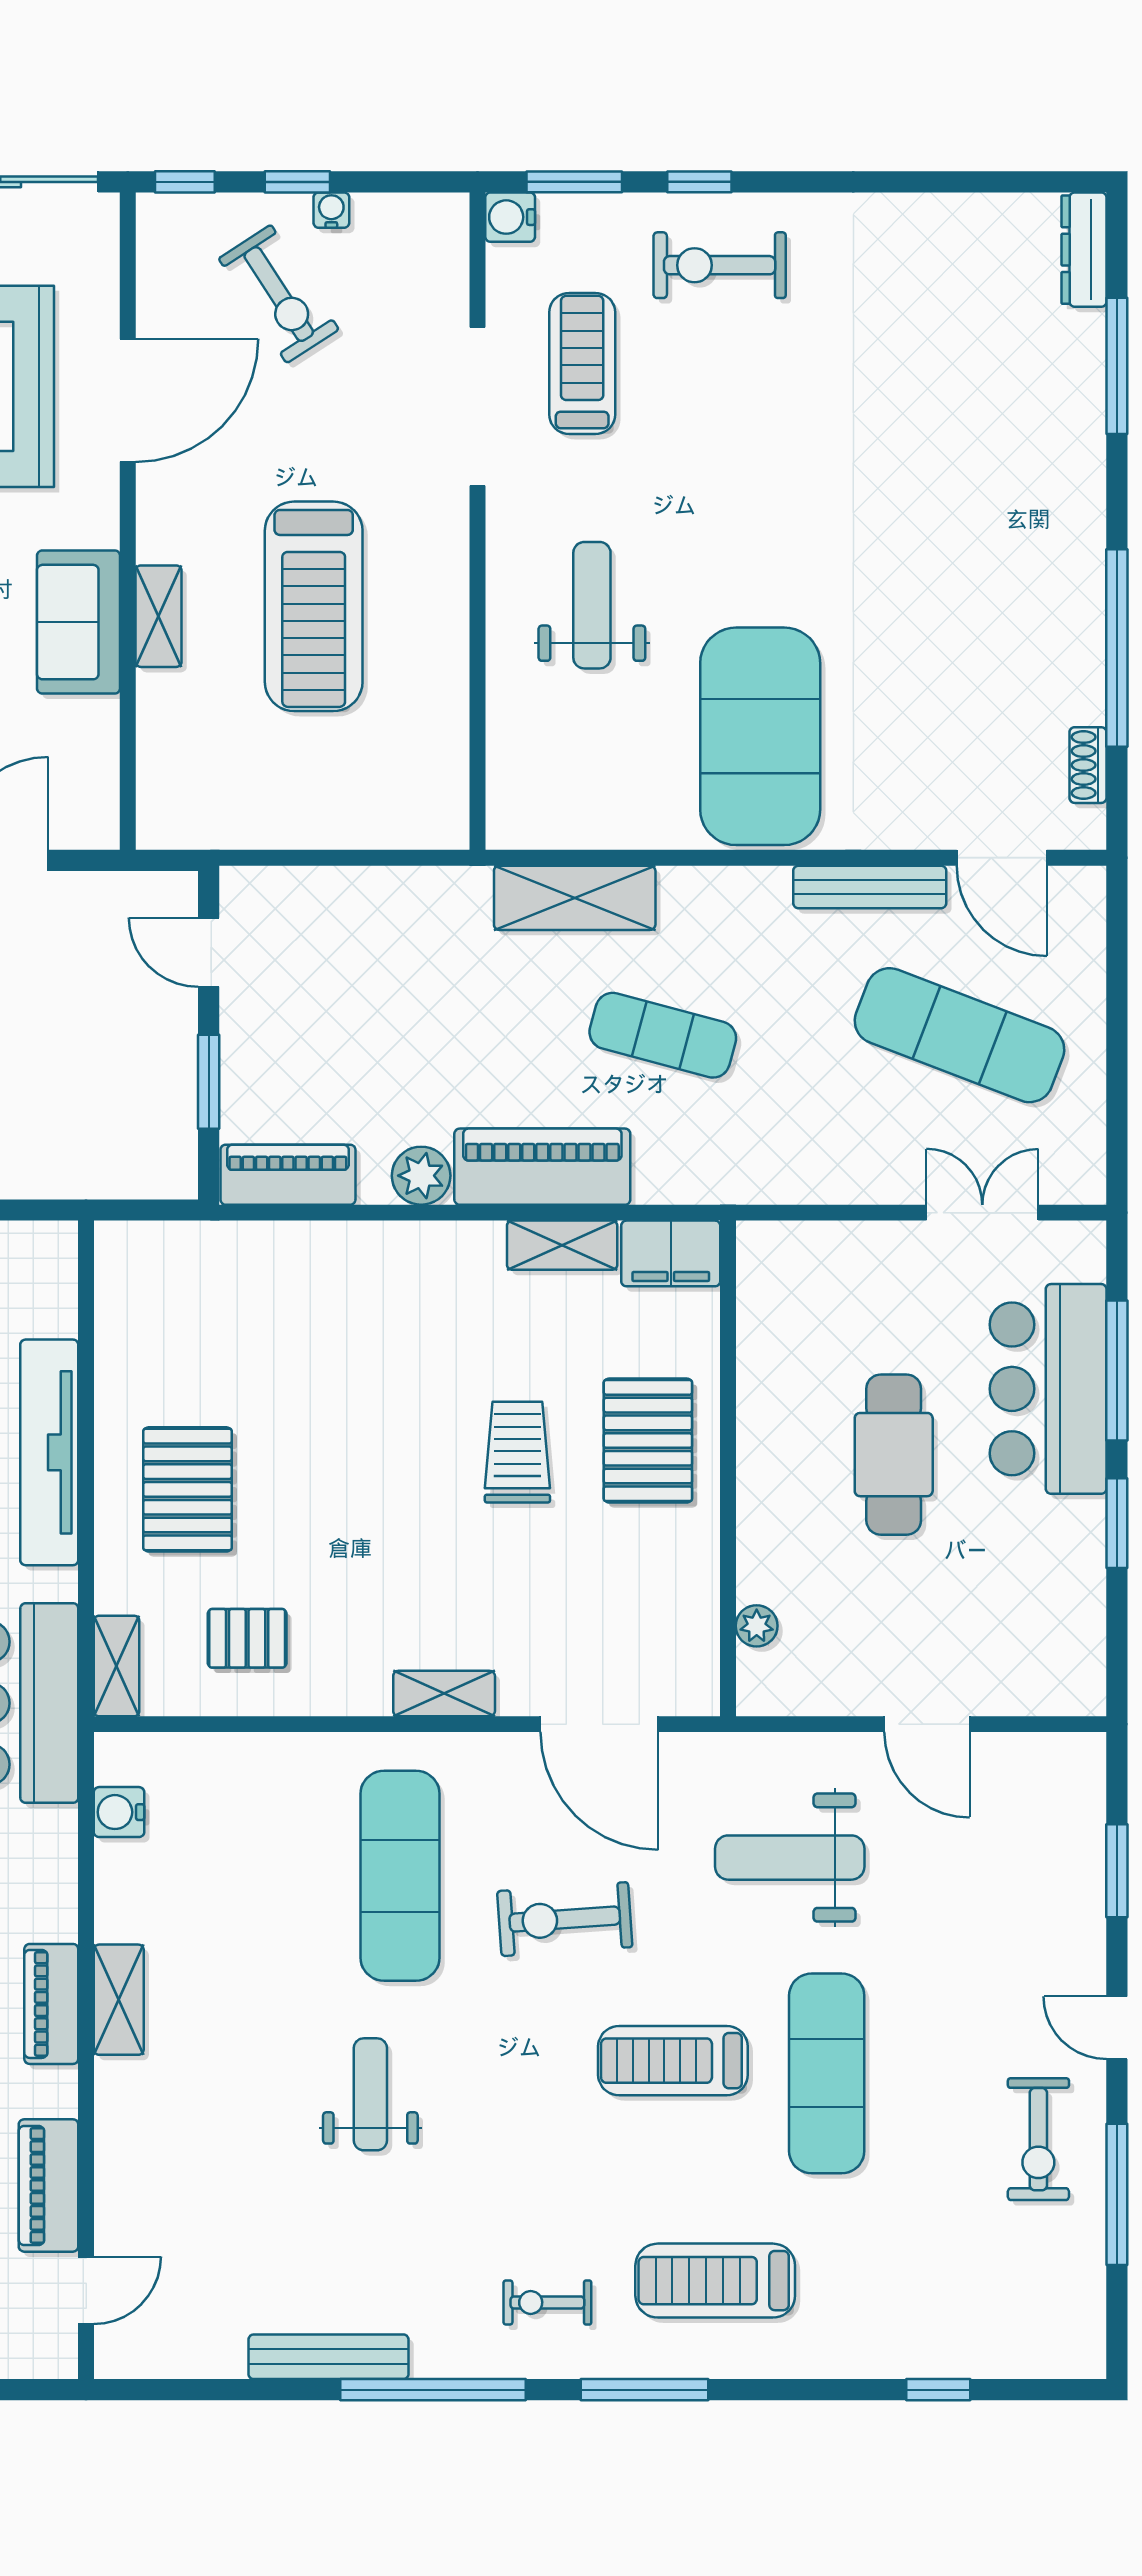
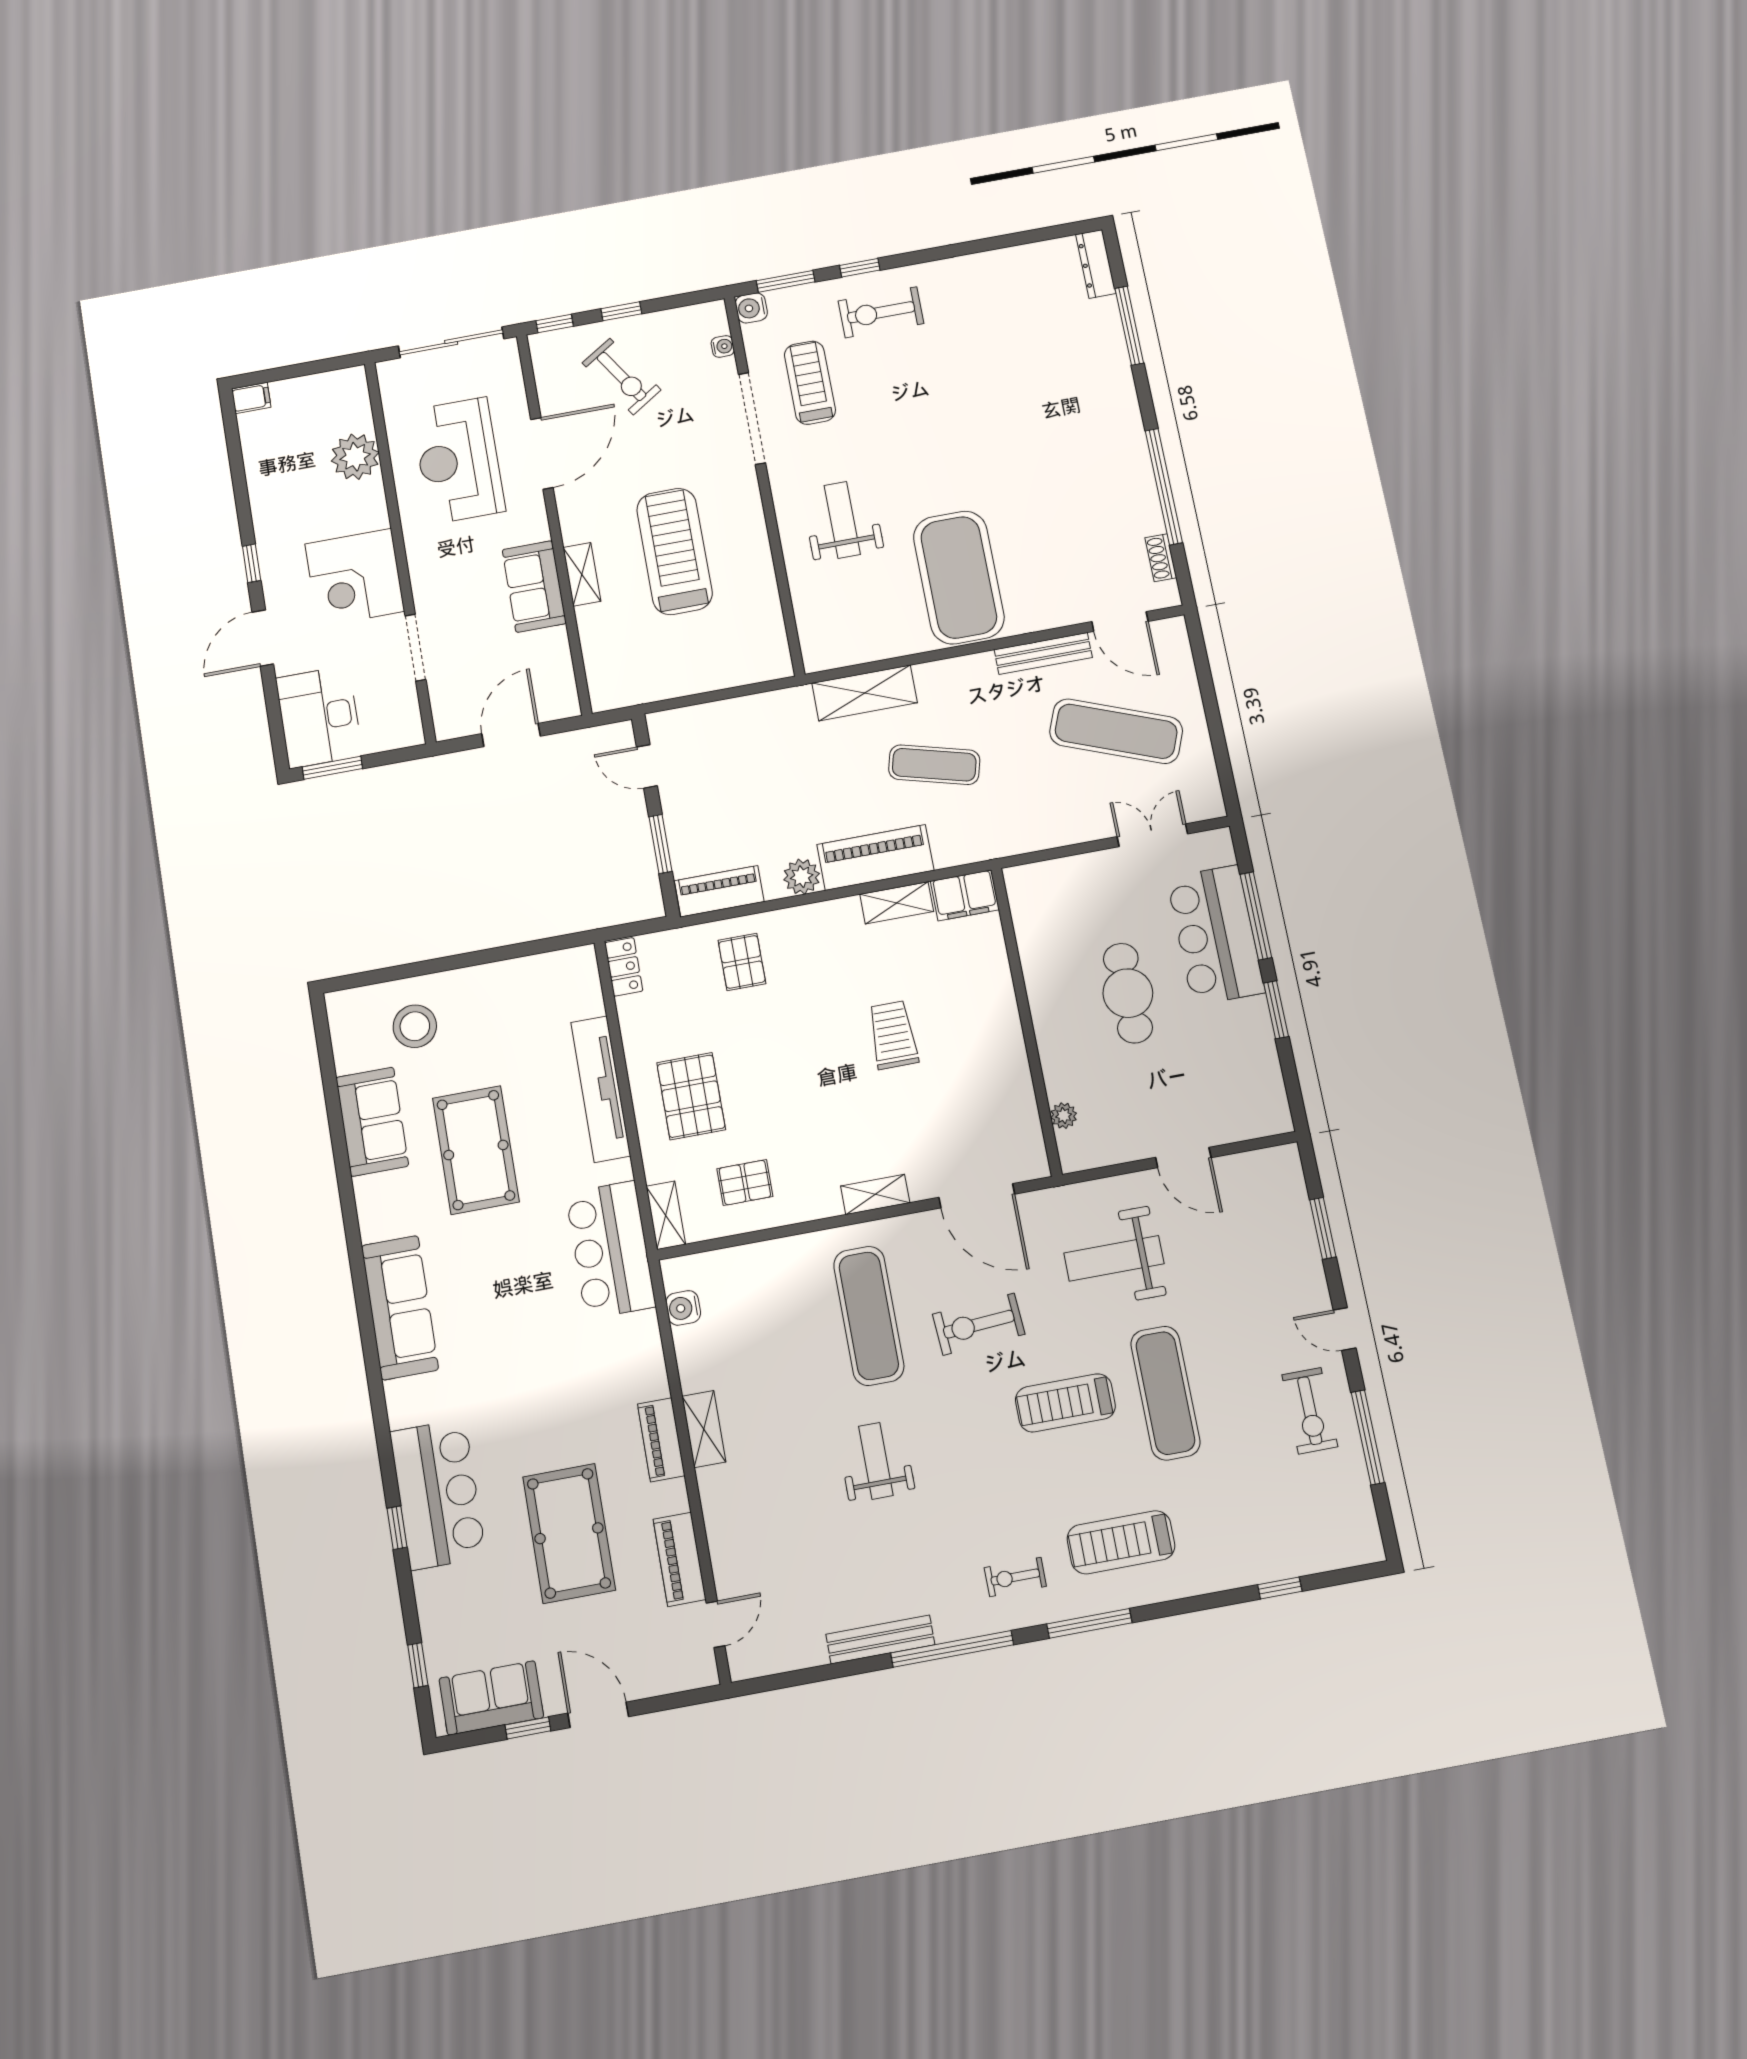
water cooler: (331, 210) -> (723, 346), moved, turned 90
treadmill: (314, 606) -> (675, 551), turned 180
locker: (117, 1267) -> (624, 967), added
pallet: (648, 1441) -> (742, 962), moved, width x0.67, depth x0.71

